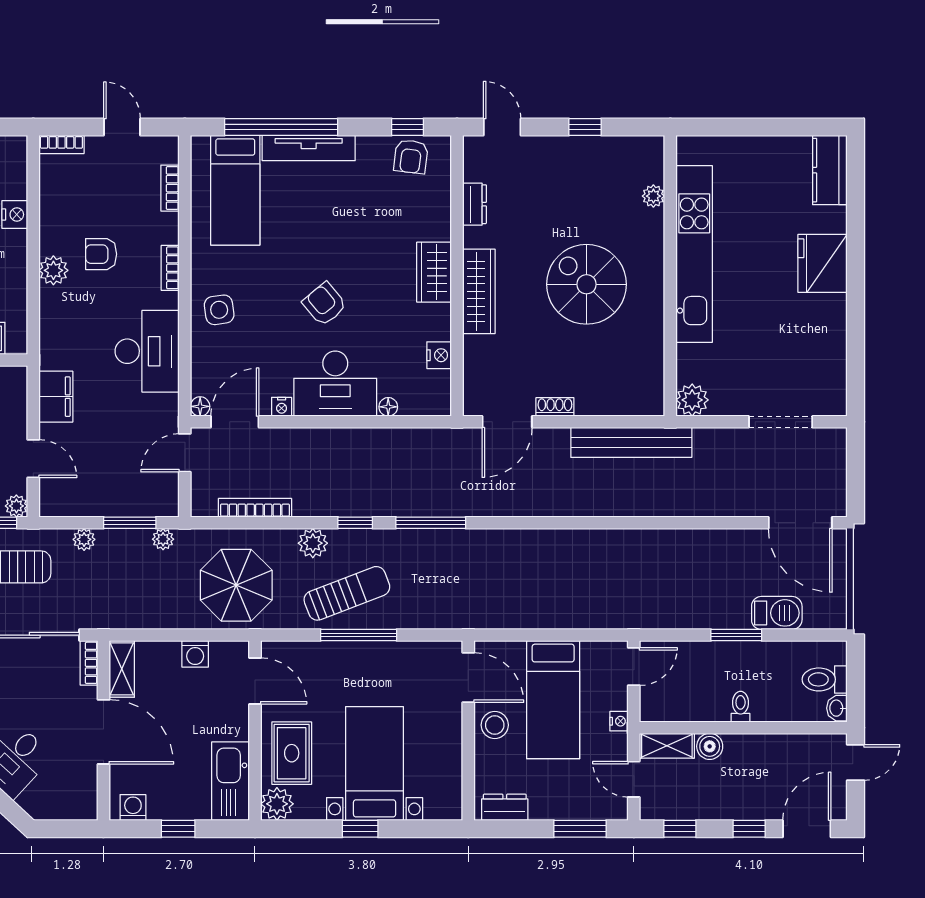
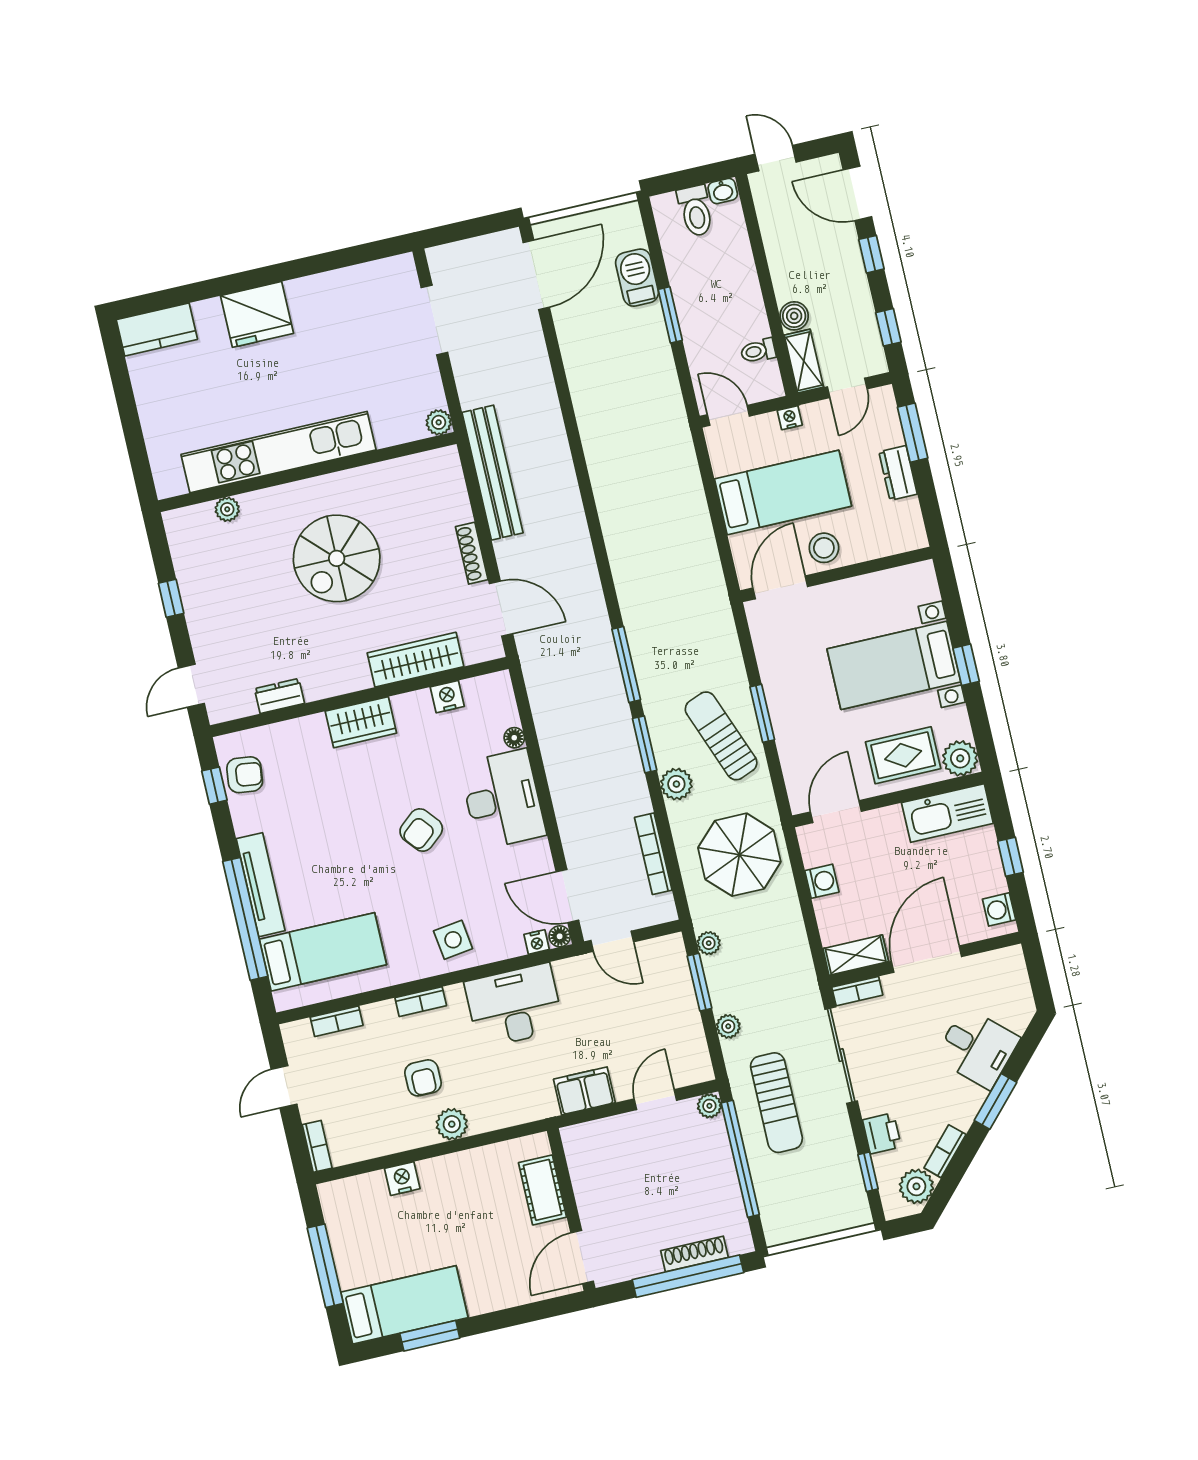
wardrobe: (479, 291) -> (416, 660), moved
plant: (692, 400) -> (439, 422), width x0.73, depth x0.73
nightstand: (282, 407) -> (537, 942), moved, turned 90
shoe rack: (555, 407) -> (472, 553), width x1.43
window: (355, 523) -> (645, 744), width x1.50
window: (359, 635) -> (762, 713), width x0.69
toilet: (741, 707) -> (758, 351), moved
dresser: (505, 807) -> (898, 473), moved

